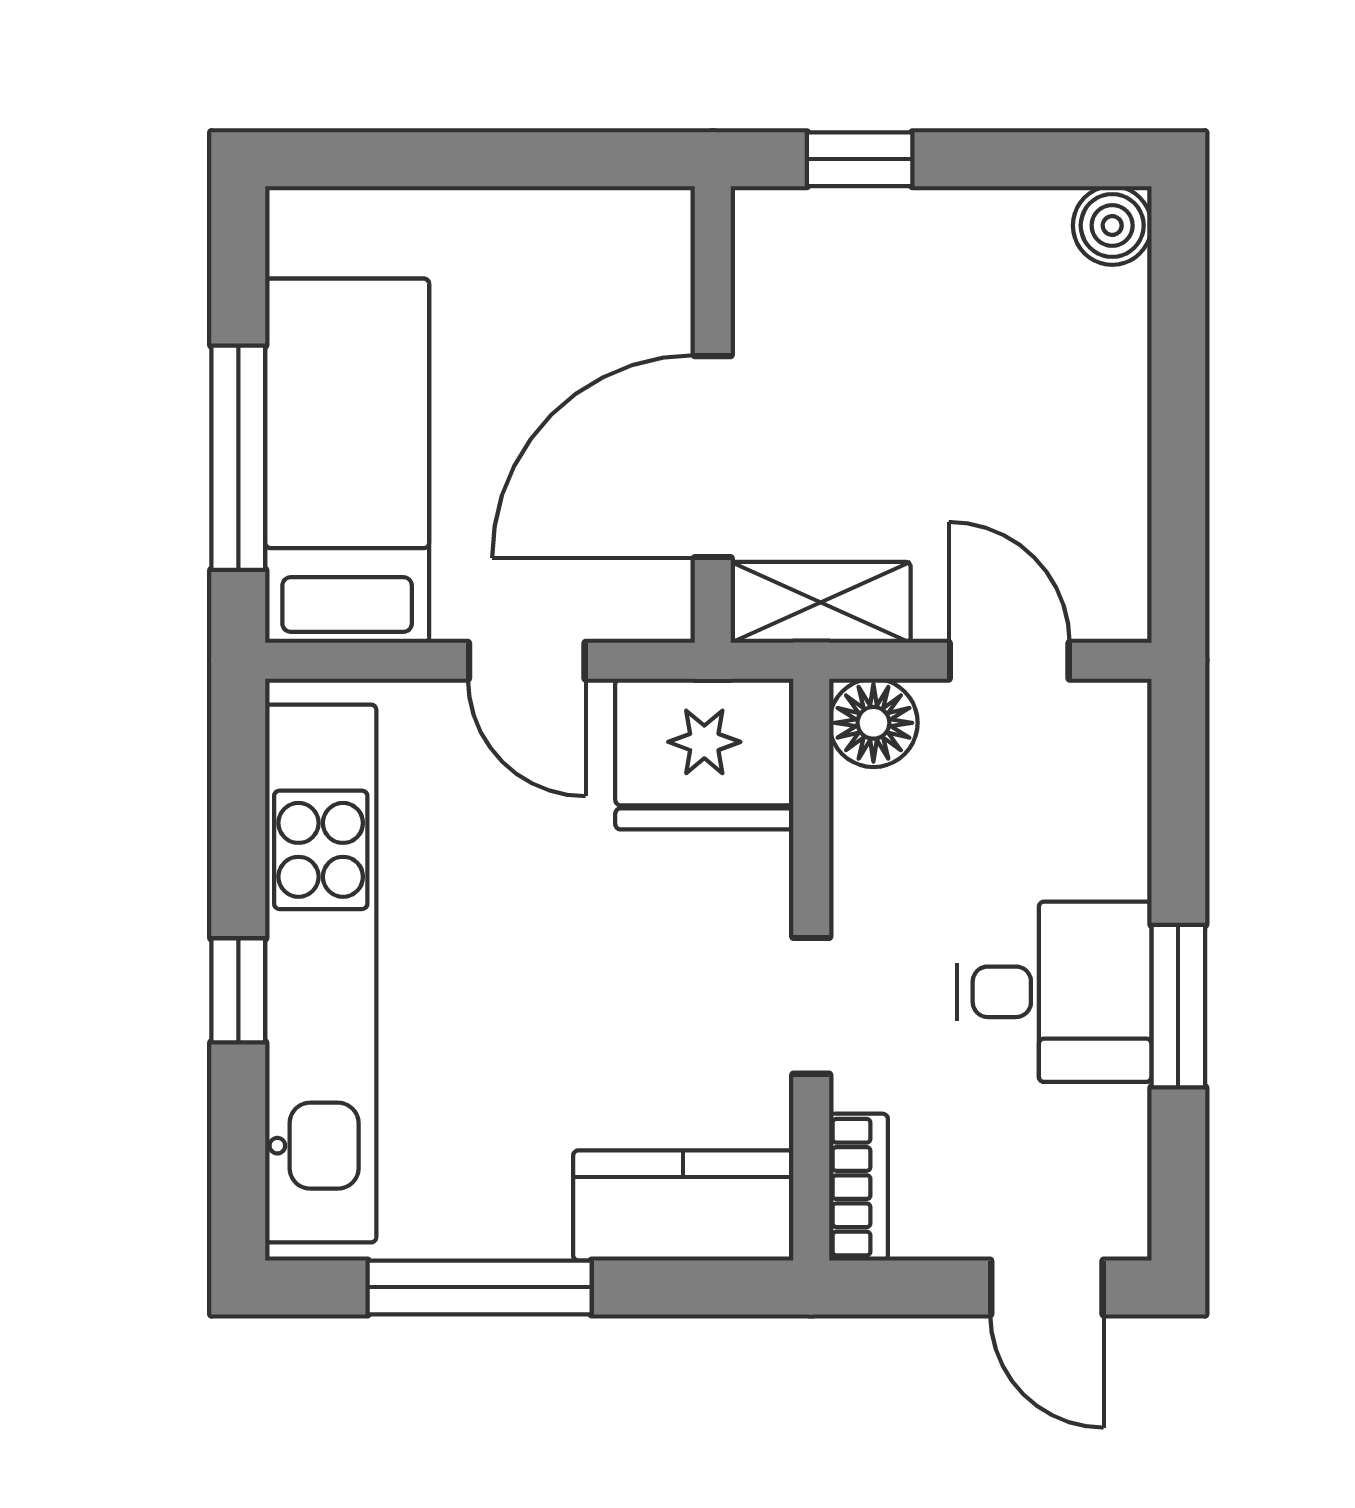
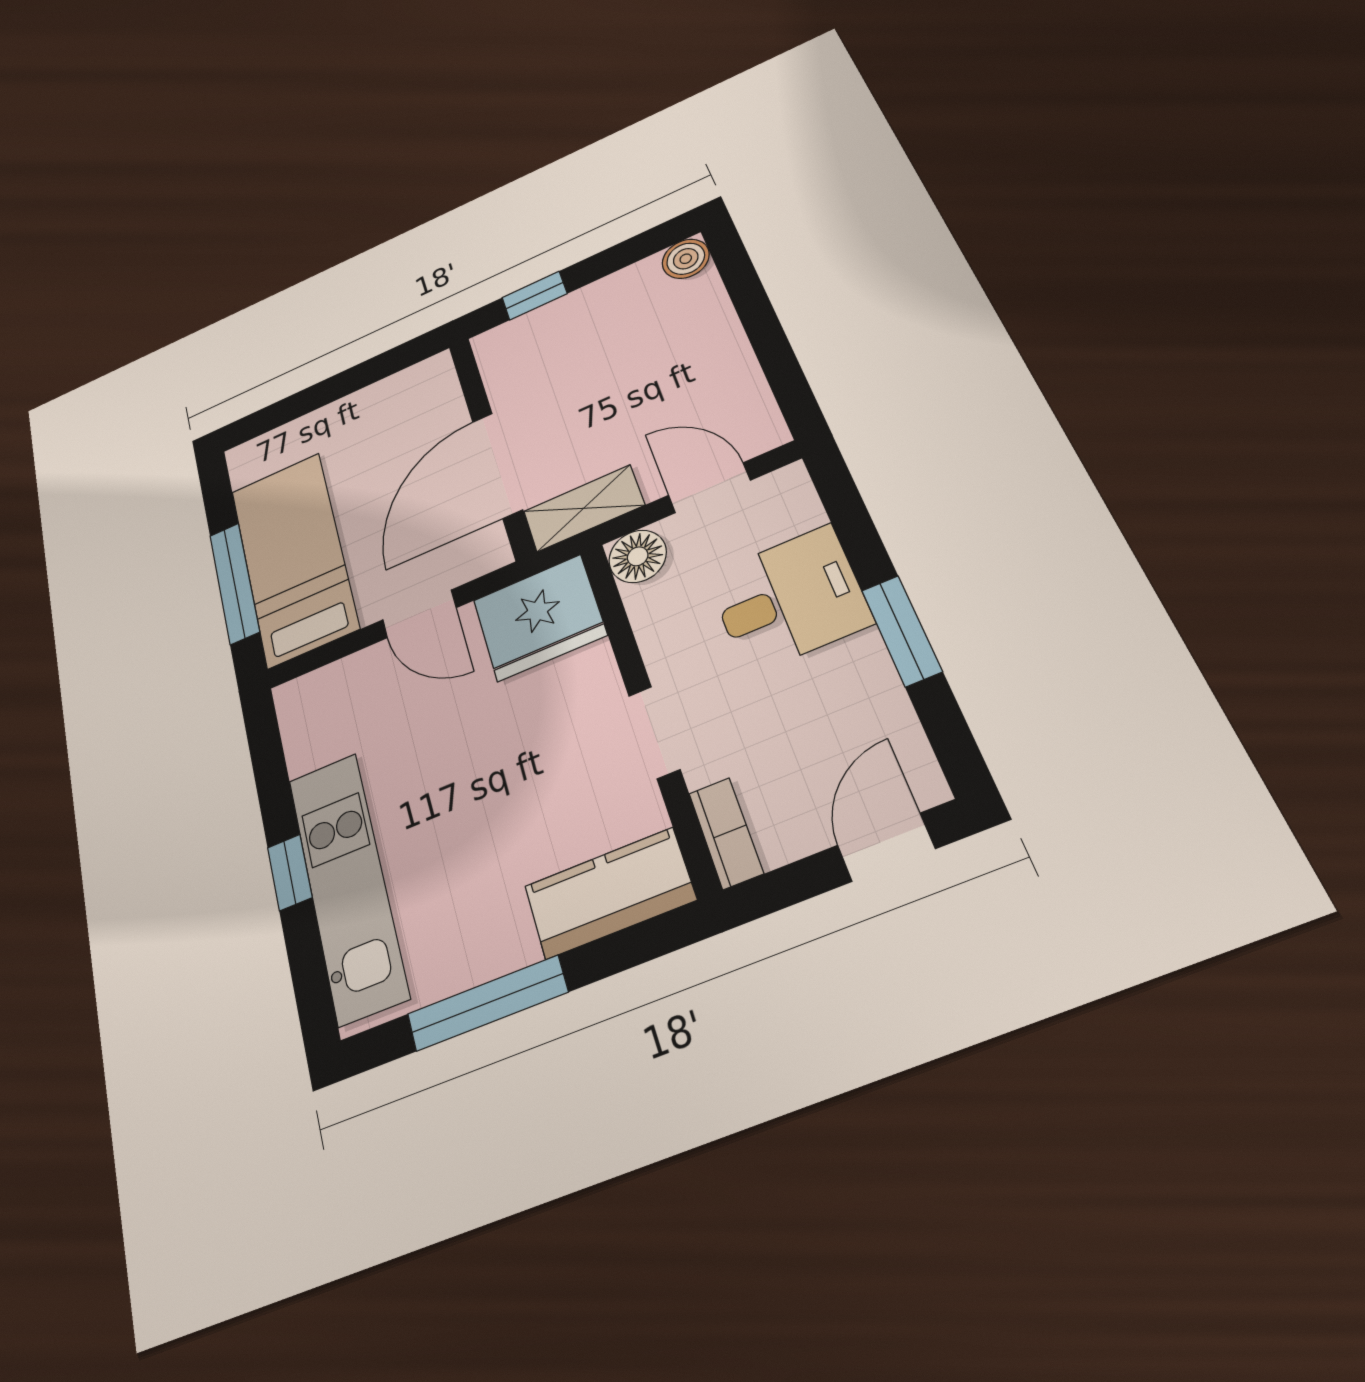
kitchen unit: (321, 974) -> (347, 885), width x0.73
desk: (1054, 992) -> (789, 599), moved
door: (1047, 1287) -> (886, 847), swing flipped

